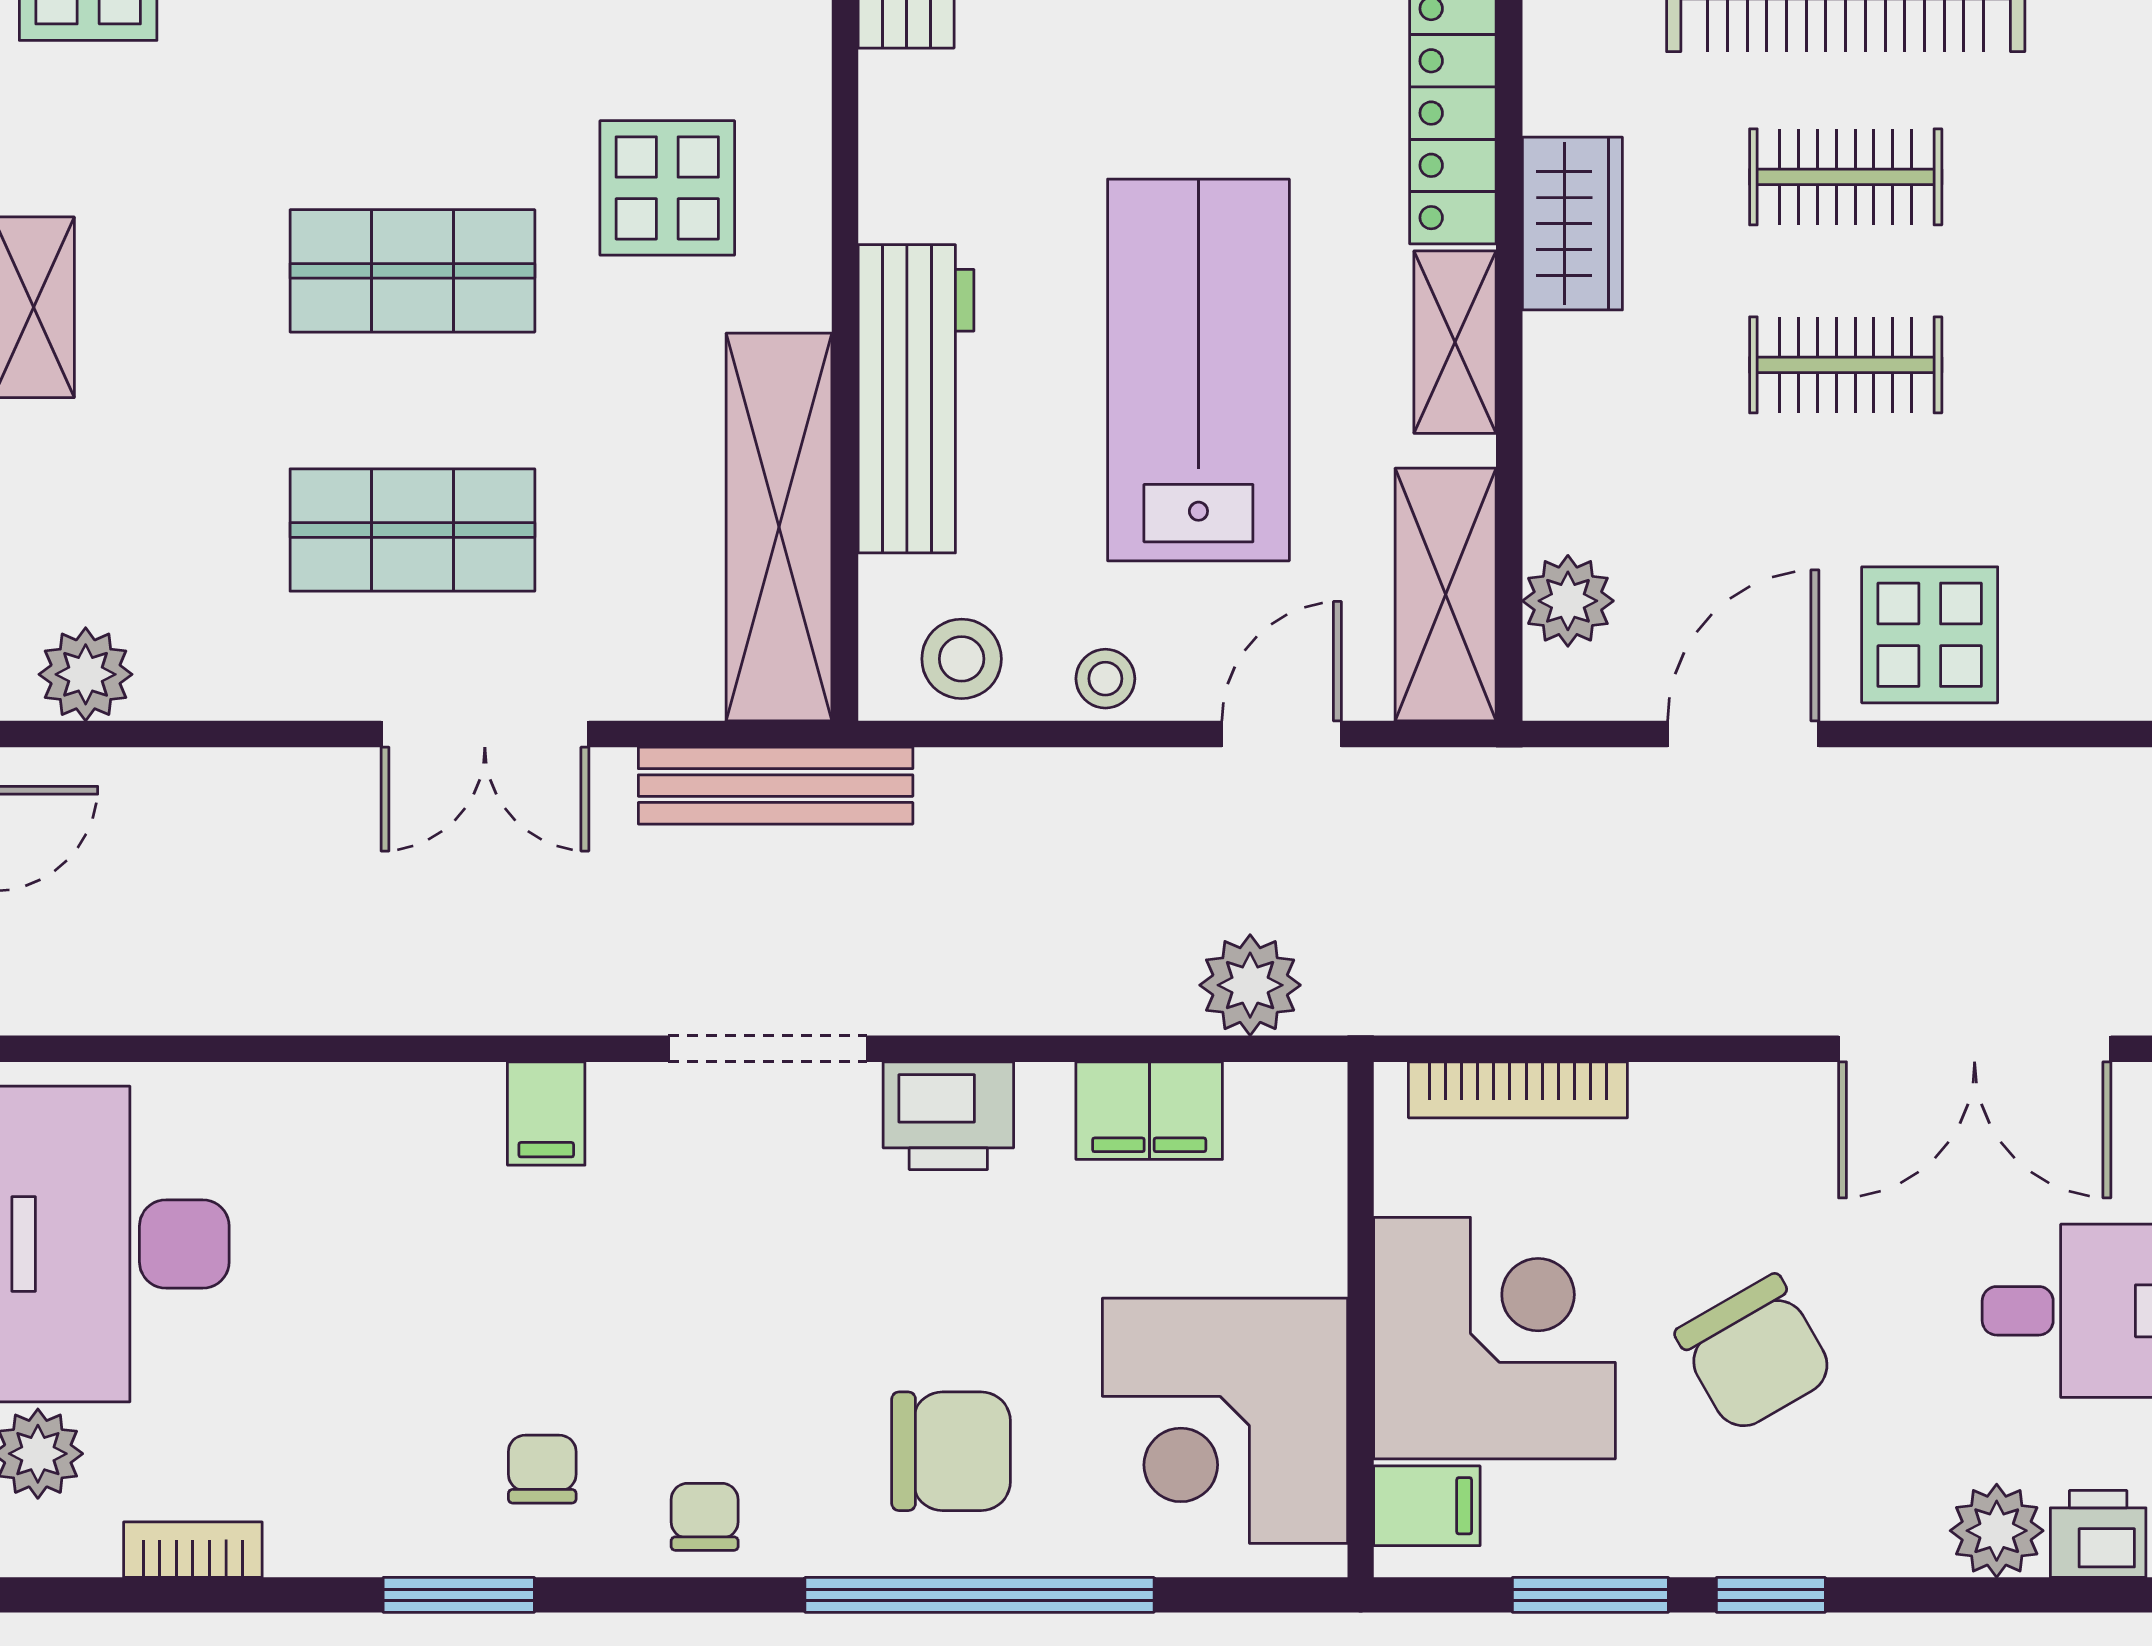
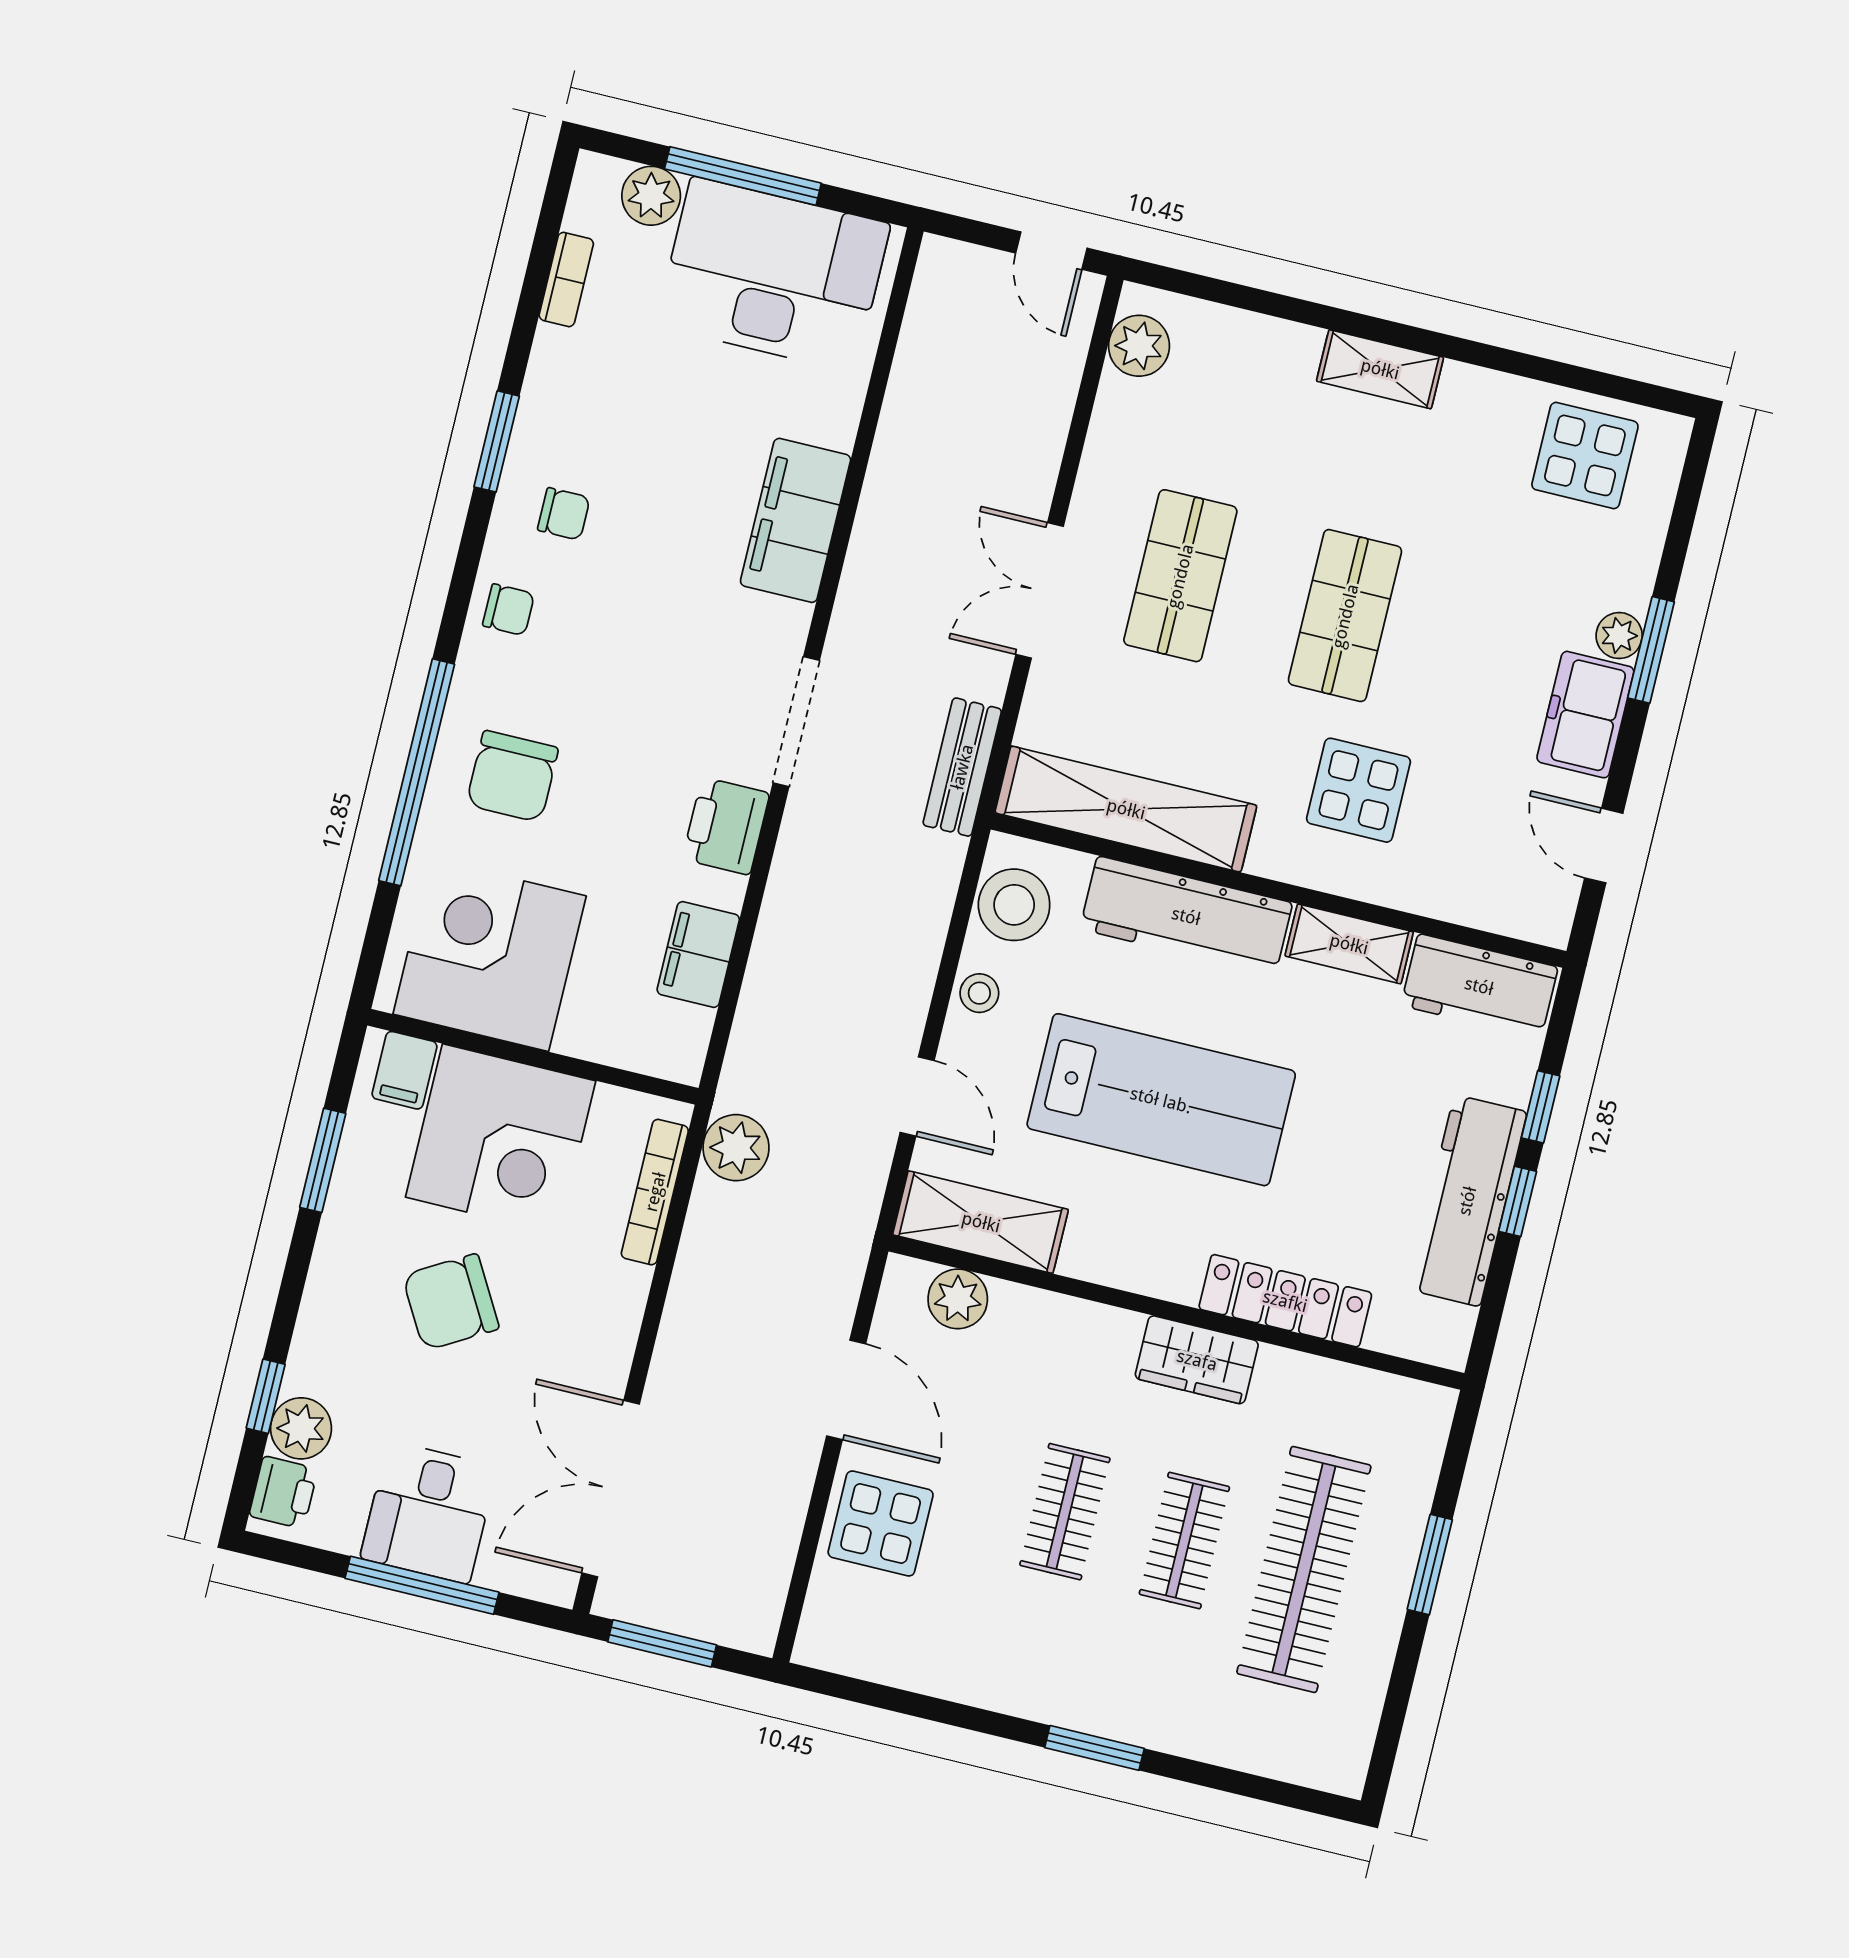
shelving: (1455, 342) -> (1349, 944), moved
stool: (962, 659) -> (1014, 905), width x1.38, depth x1.38
bench: (776, 786) -> (962, 767), width x0.73
plant: (1250, 985) -> (736, 1148), moved
filing cabinet: (546, 1113) -> (796, 520), width x3.00, depth x1.17
window: (1771, 1595) -> (266, 1396), moved

